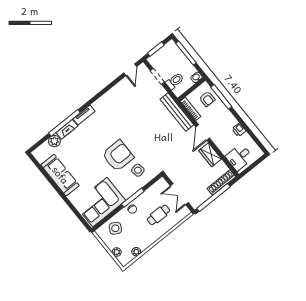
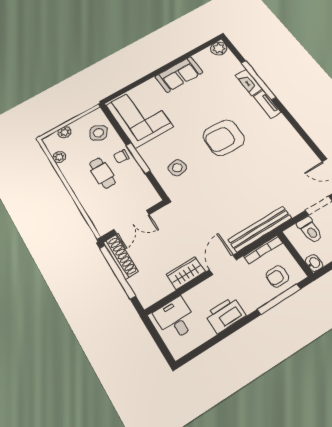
printer: (239, 130) -> (225, 315), width x1.87, depth x1.48
door: (203, 133) -> (223, 265), hinge flipped
plant: (54, 141) -> (219, 48), moved
armchair: (118, 156) -> (224, 138), moved, turned 93
sofa: (60, 175) -> (179, 74), width x0.73
shoe rack: (221, 183) -> (121, 257), moved
double door: (179, 194) -> (131, 222), swing flipped
cafe table: (159, 215) -> (102, 173), moved

